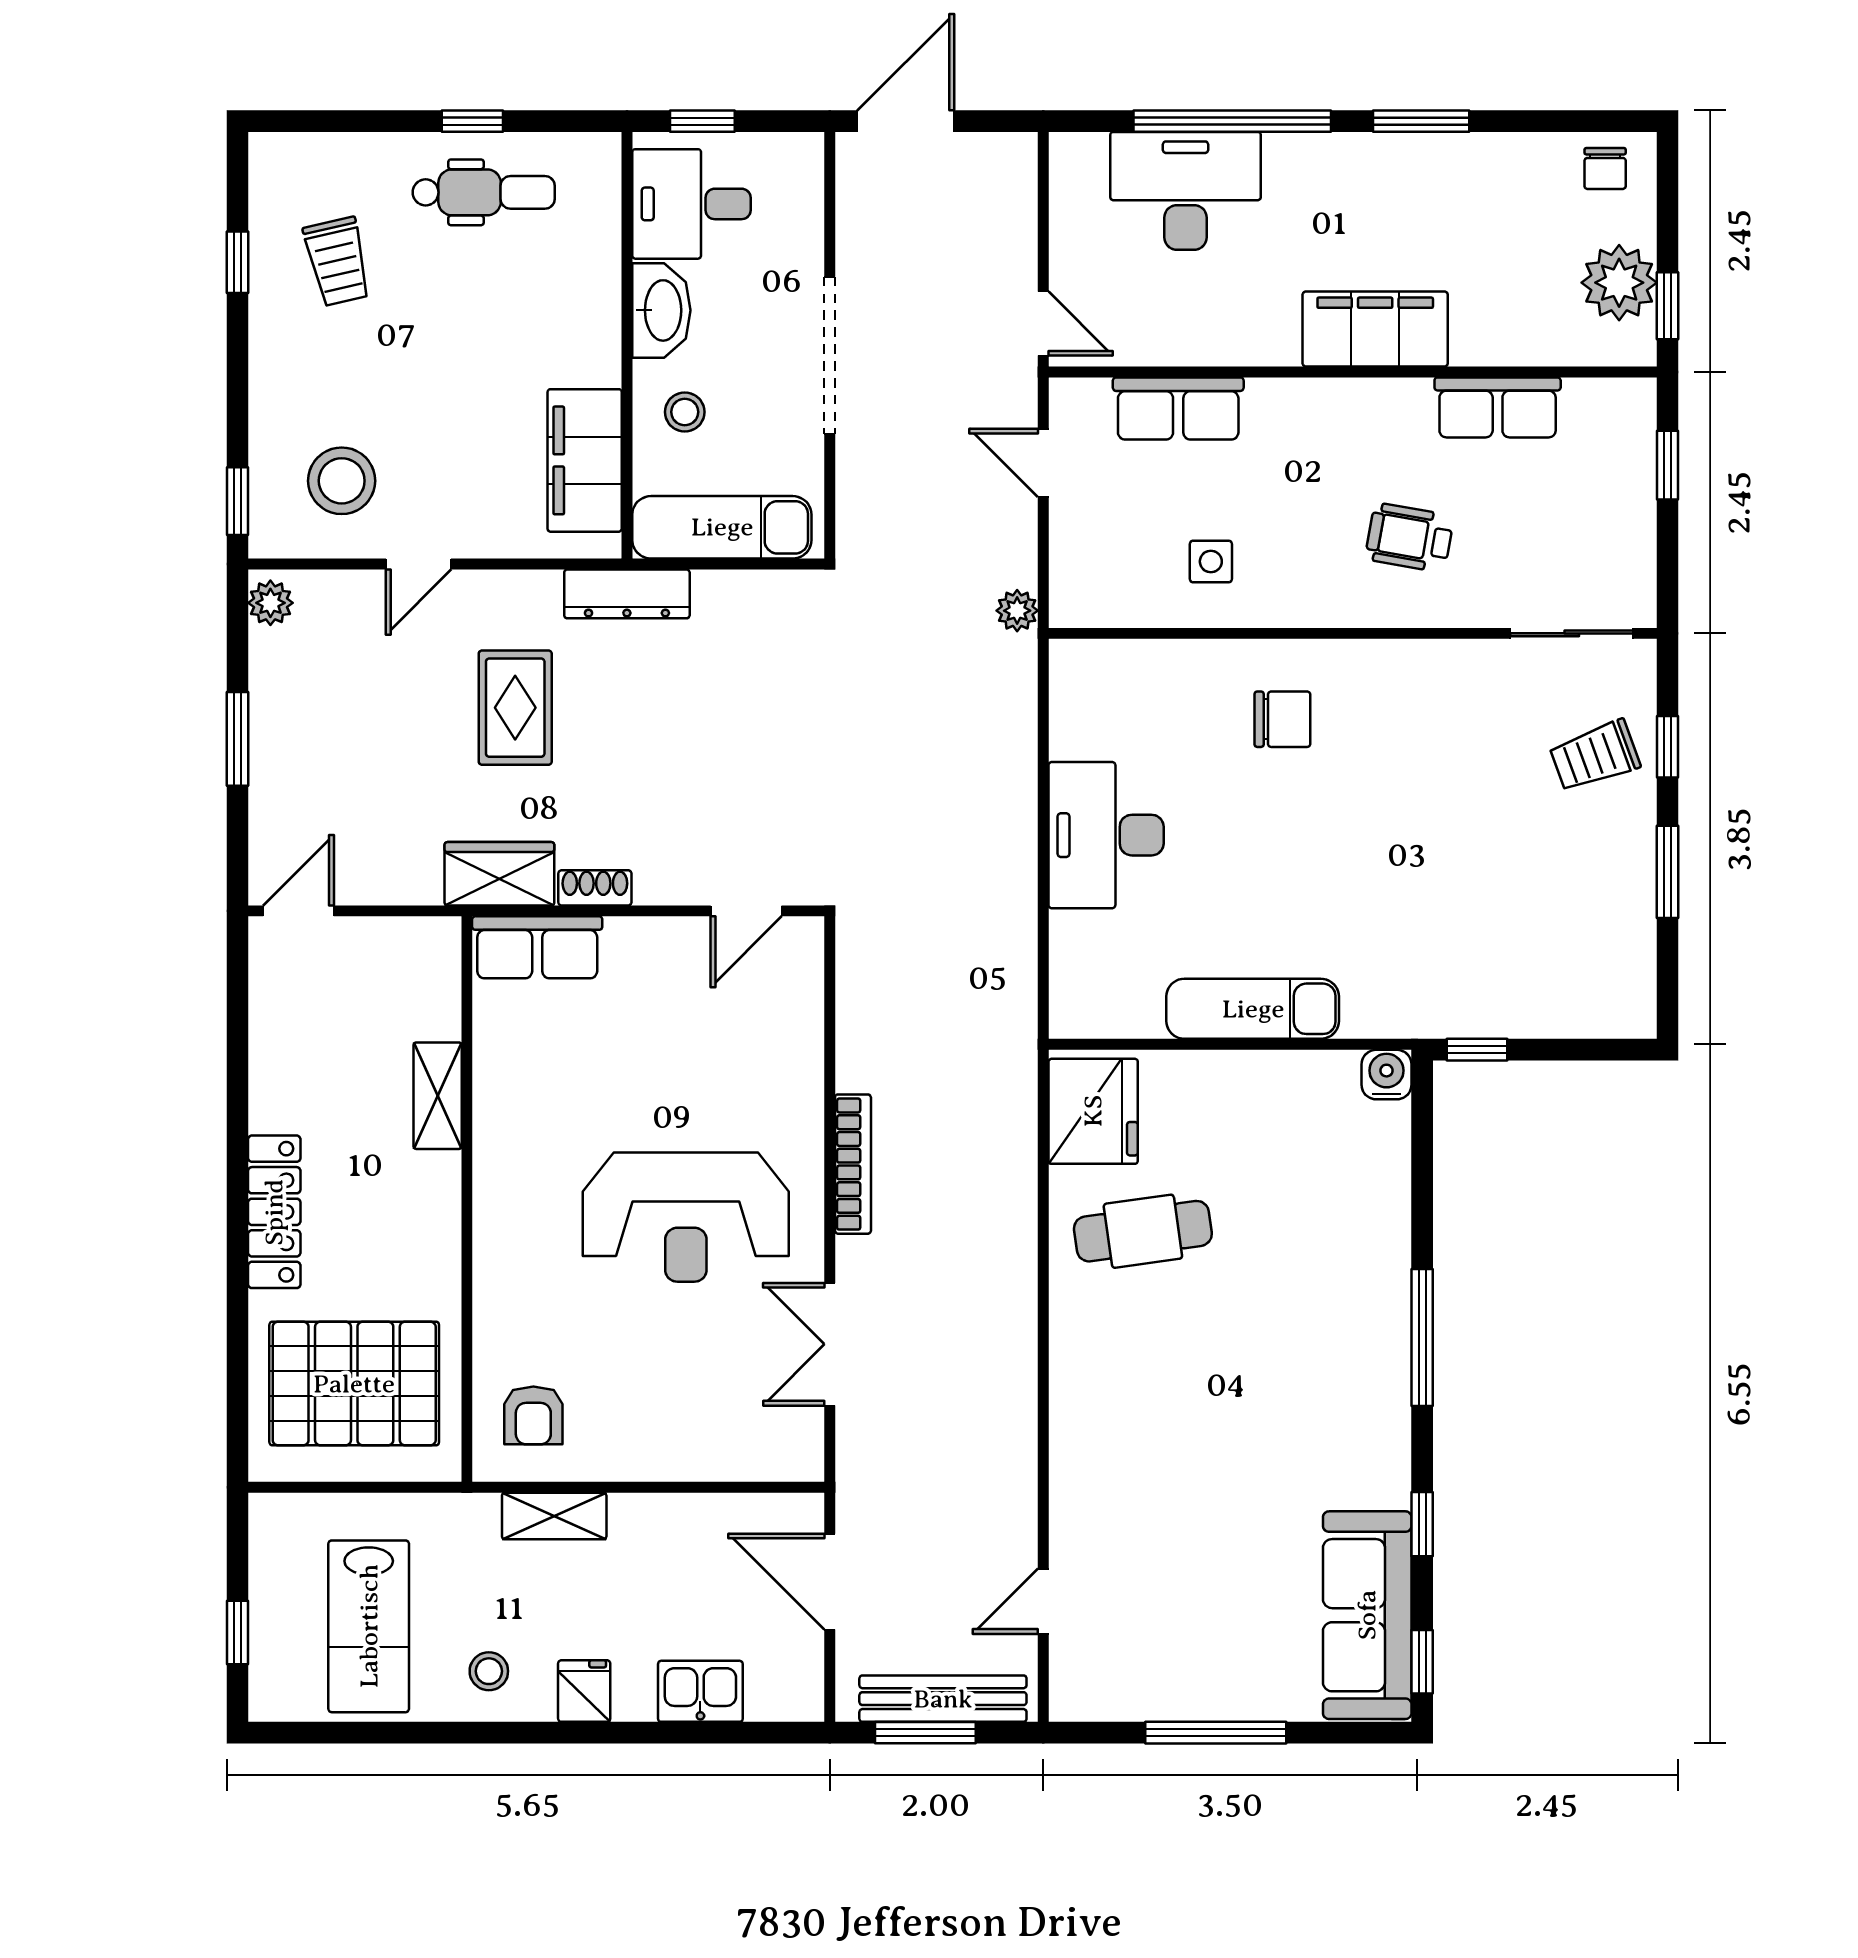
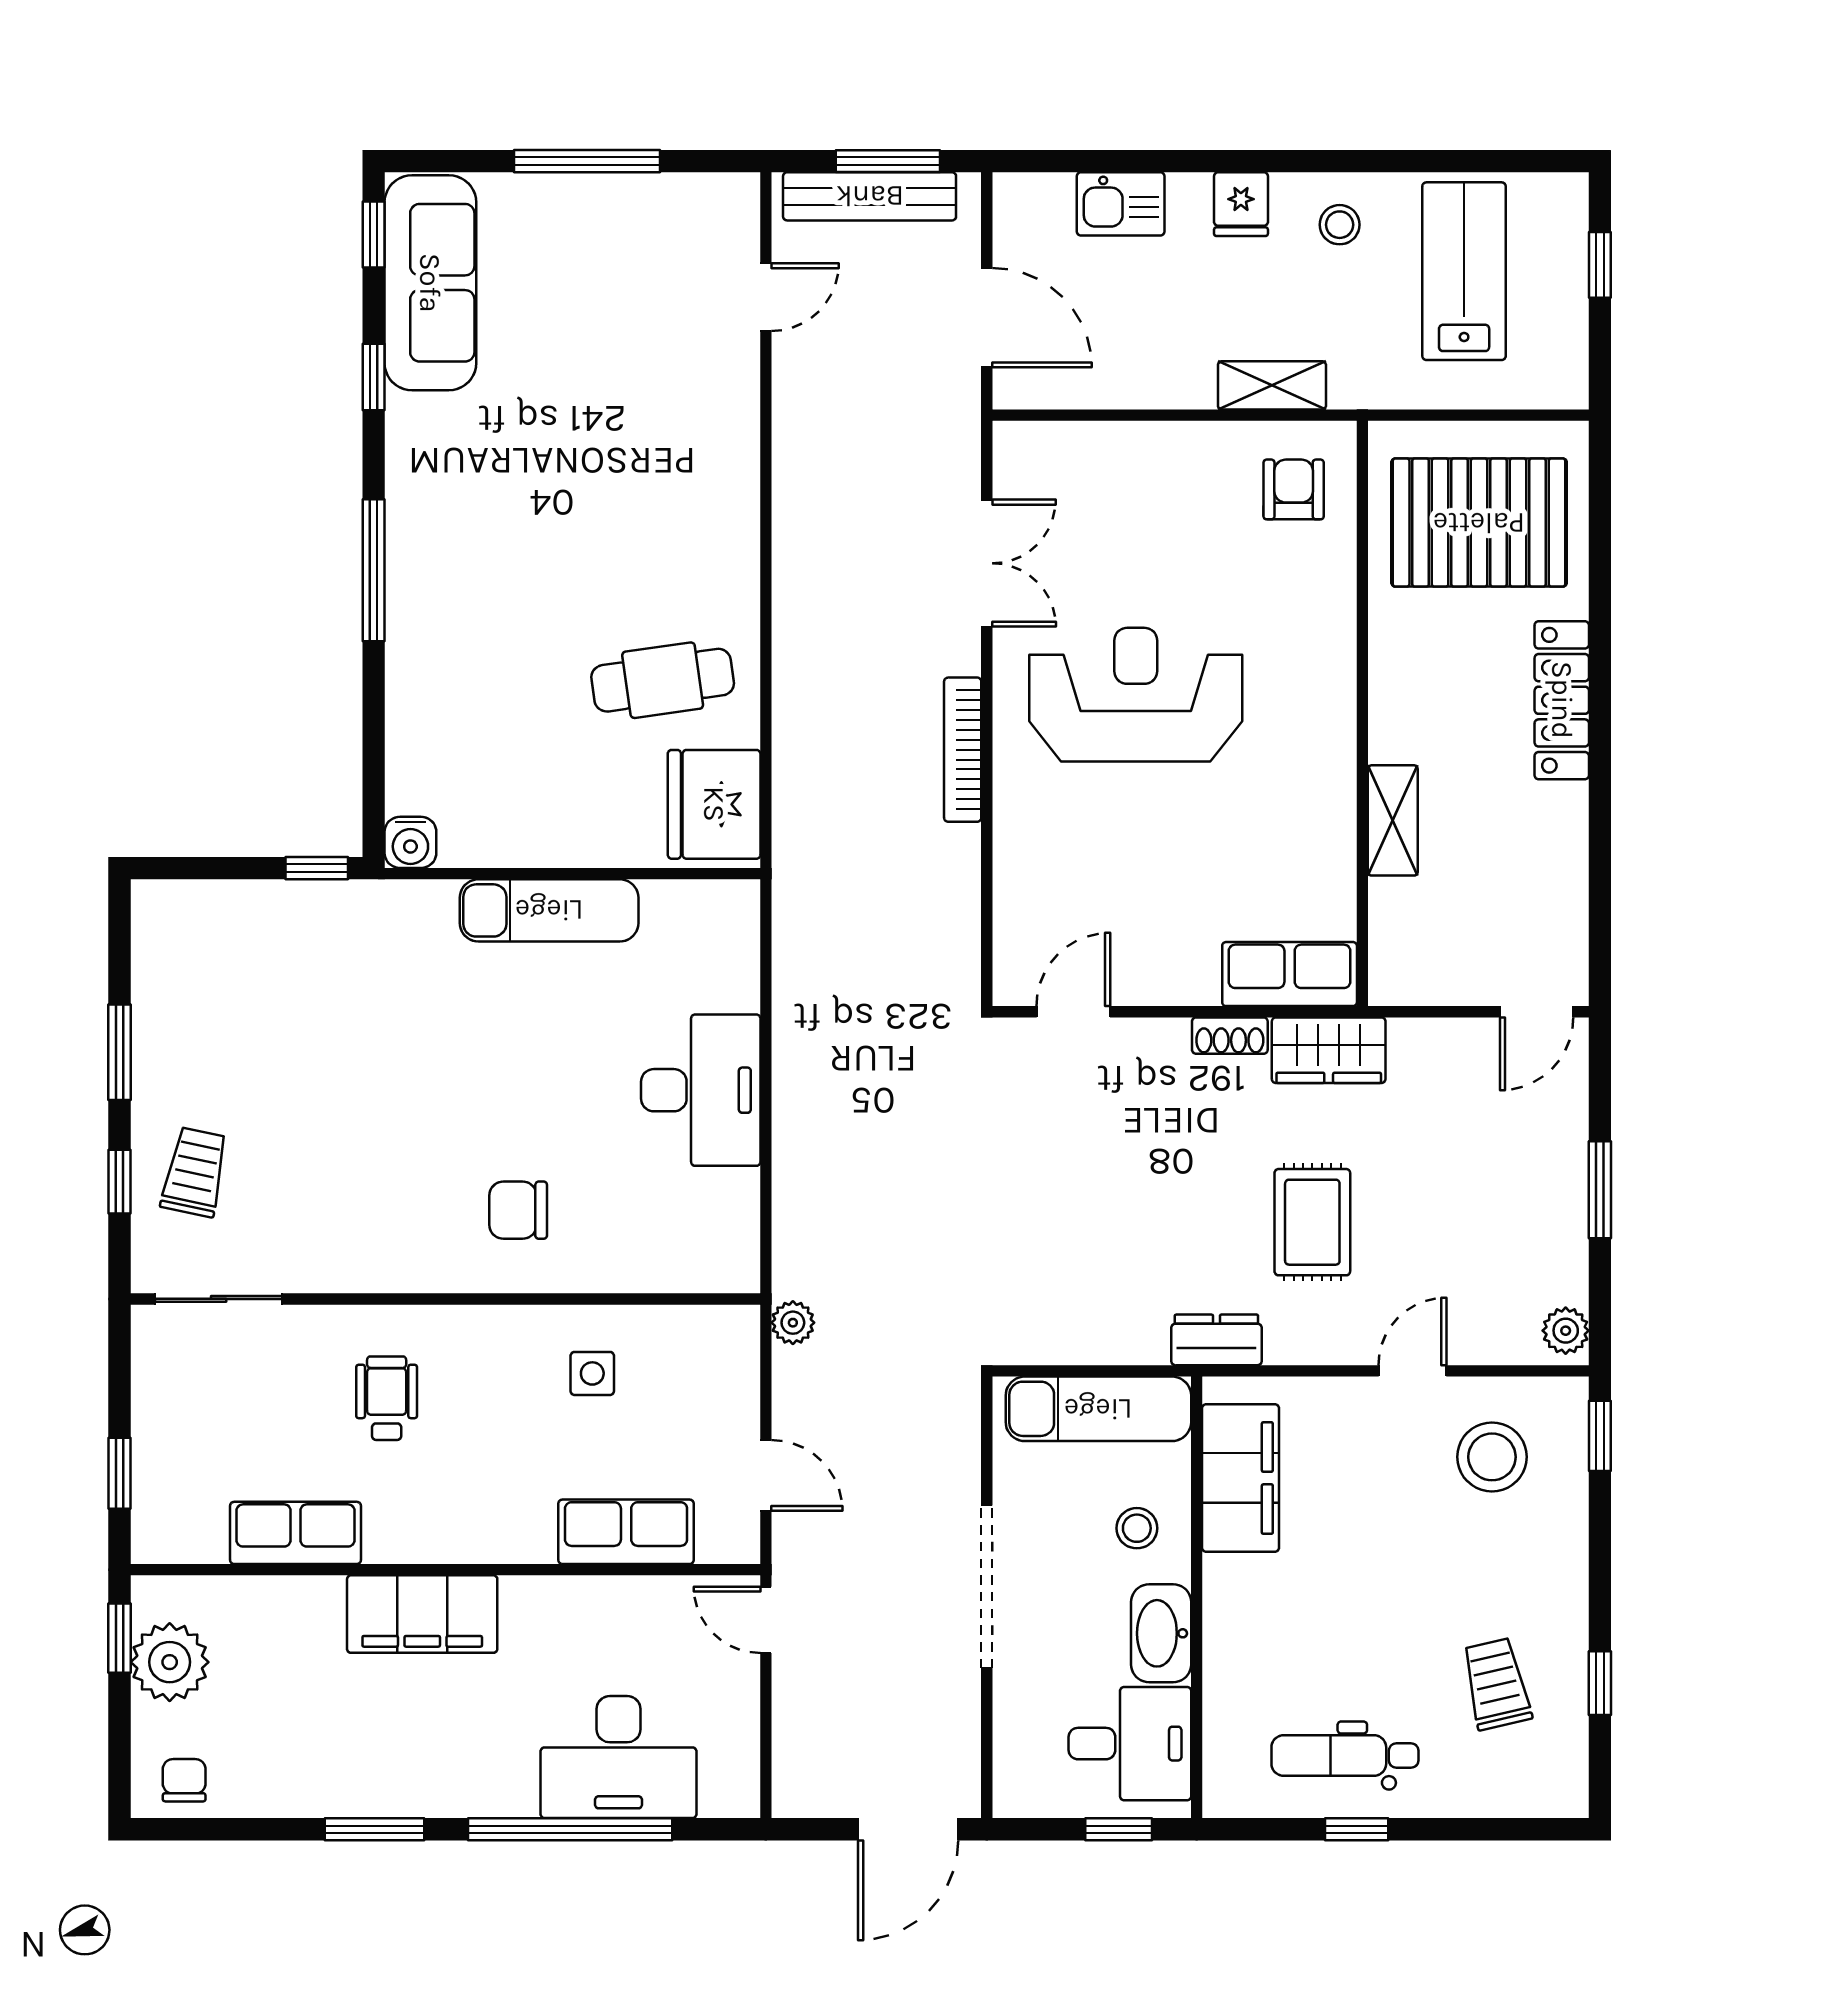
wheelchair: (1410, 538) -> (387, 1398), turned -100
dresser: (627, 594) -> (1216, 1340), width x0.70
trolley: (1595, 756) -> (195, 1172), turned -58

